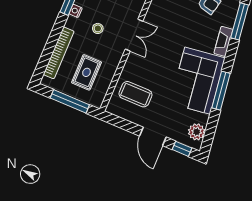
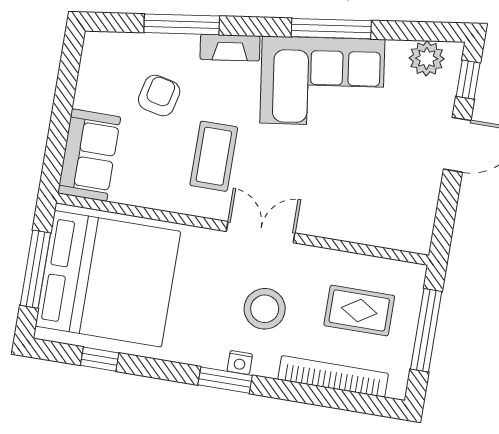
stool: (98, 28) -> (265, 309), width x1.89, depth x1.89
coffee table: (135, 94) -> (214, 156), moved

